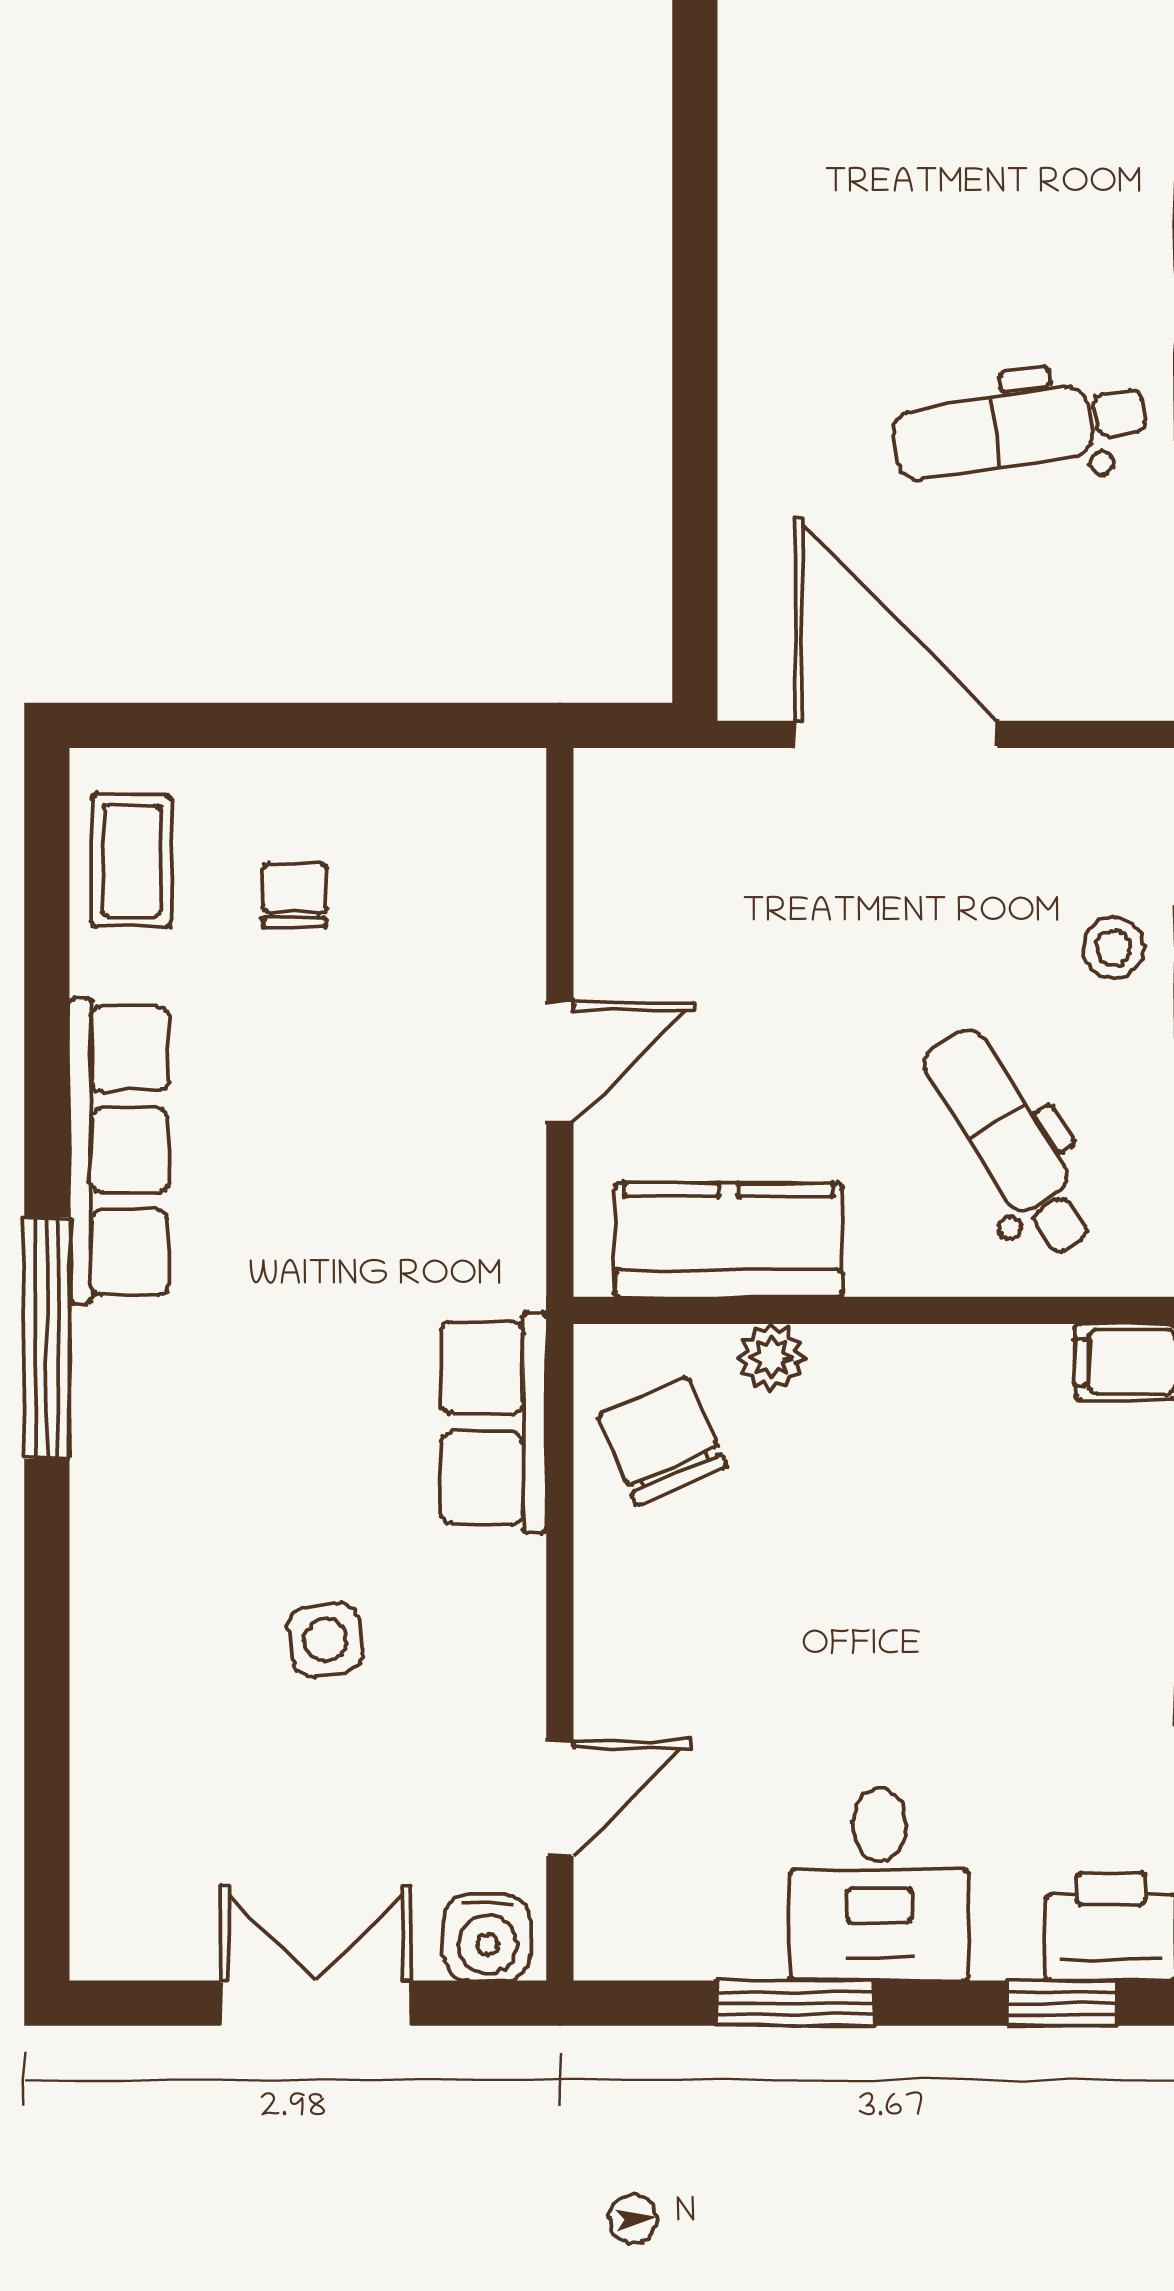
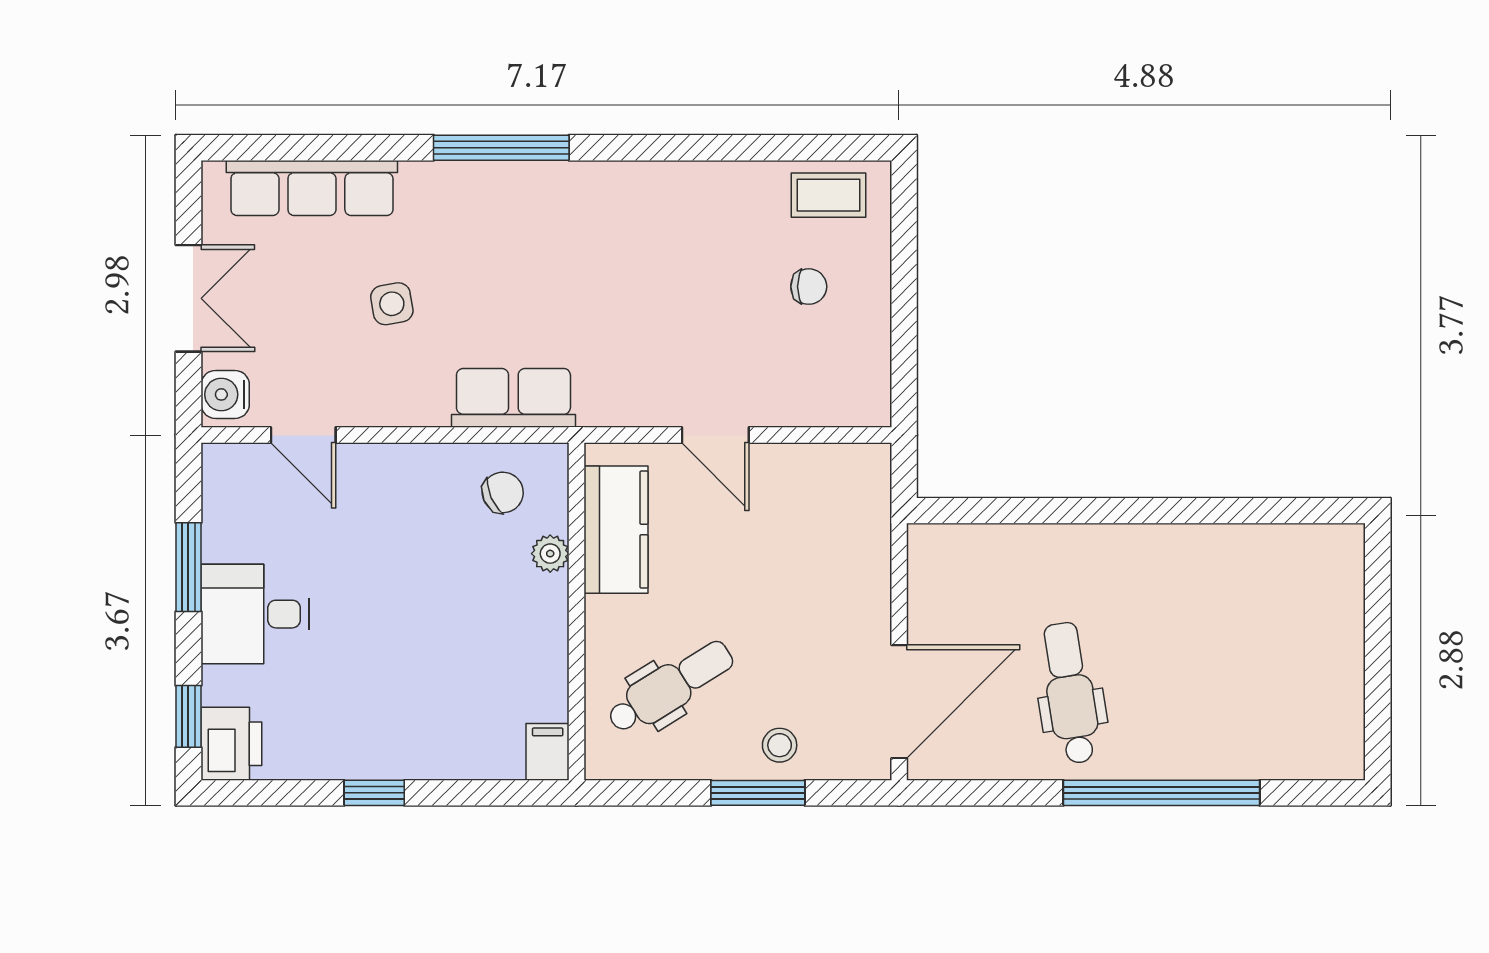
door: (896, 734) -> (899, 702), moved
row of seats: (119, 1151) -> (312, 188), moved
window: (47, 1338) -> (501, 148), moved
chair: (662, 1442) -> (503, 492), width x0.73, depth x0.73

